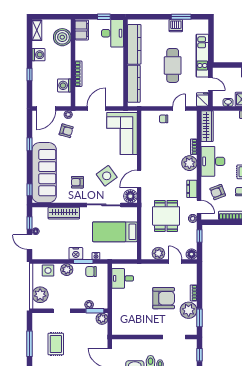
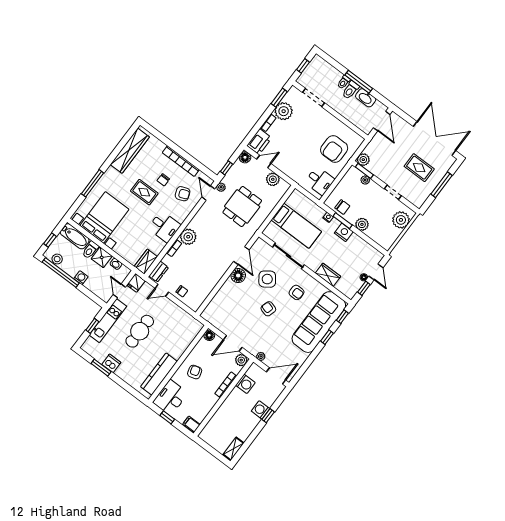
filing cabinet: (82, 30) -> (191, 424), width x0.50
boiler: (62, 37) -> (216, 427), removed
window: (211, 43) -> (92, 326), added
washing machine: (38, 55) -> (261, 410), moved
armchair: (109, 66) -> (195, 372), added
kitchen counter: (134, 84) -> (185, 341), removed
plant: (81, 101) -> (241, 360), added
floor lamp: (118, 101) -> (209, 335), added
wardrobe: (207, 126) -> (146, 262), width x0.67
armchair: (66, 131) -> (268, 309), moved
corner sofa: (122, 134) -> (227, 305), removed
window: (30, 144) -> (327, 337), moved
desk: (213, 161) -> (164, 227), width x0.73
door: (139, 179) -> (241, 256), hinge flipped
dresser: (192, 189) -> (159, 272), moved
floor lamp: (130, 196) -> (238, 276), moved
wardrobe: (64, 213) -> (328, 275), width x0.67
door: (175, 262) -> (264, 161), swing flipped
side table: (48, 271) -> (379, 236), removed
printer: (190, 274) -> (259, 142), added
armchair: (164, 298) -> (334, 149), moved, turned -90
rug: (56, 344) -> (419, 168), turned 90

